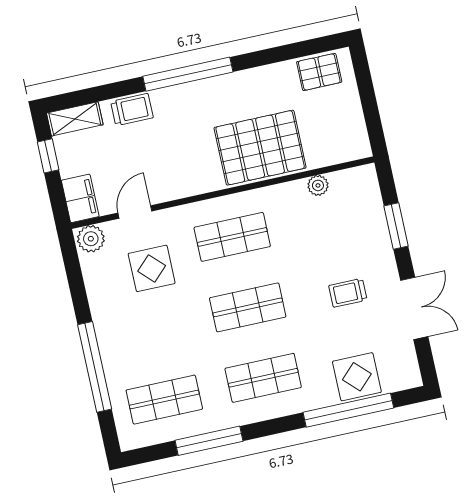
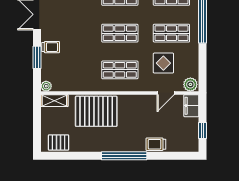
shelving: (75, 119) -> (54, 101), moved
plant: (318, 185) -> (46, 86), moved
trolley: (348, 293) -> (51, 47), moved
shop shelf: (149, 329) -> (171, 33), added

